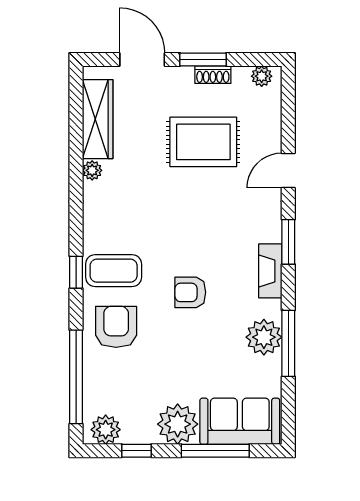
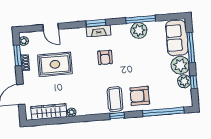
window: (203, 60) -> (18, 55), moved
rug: (203, 142) -> (55, 64), turned 90
door: (288, 170) -> (51, 27), moved
fireplace: (270, 271) -> (99, 31), moved
armchair: (190, 292) -> (105, 57), moved
plant: (106, 430) -> (184, 81), moved

